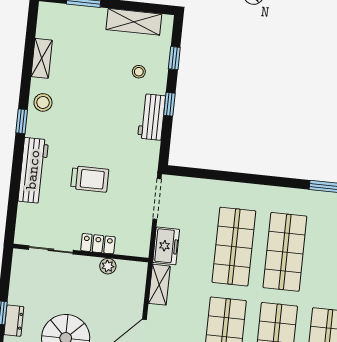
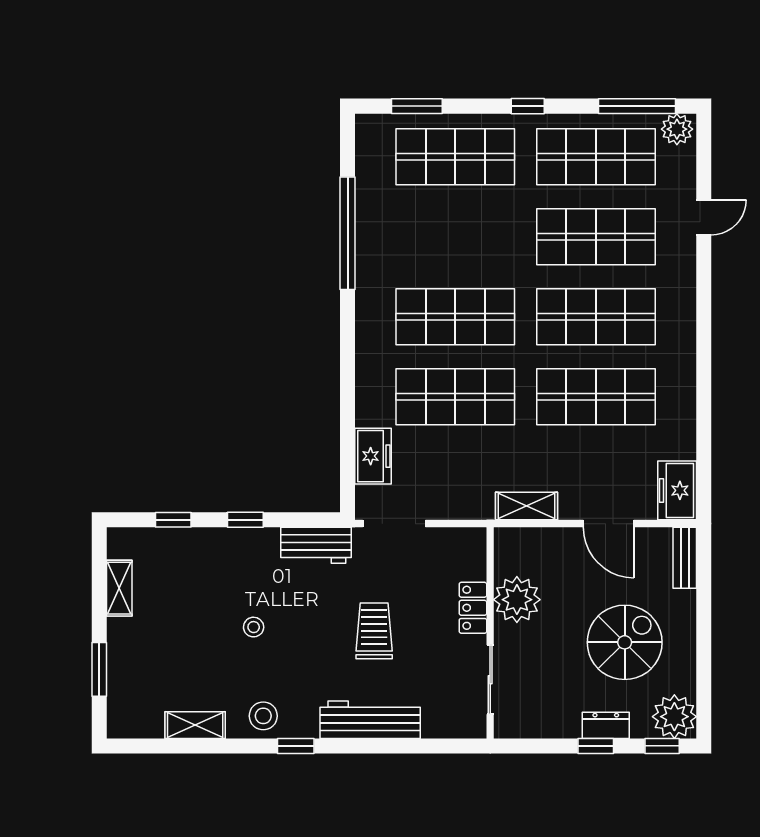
shelving: (134, 22) -> (119, 588), width x0.67, depth x0.75
stool: (139, 72) -> (254, 627), moved
workbench: (152, 117) -> (316, 545), moved
freezer: (166, 246) -> (373, 456), moved, turned 90
plant: (108, 266) -> (517, 600), width x1.87, depth x1.87

